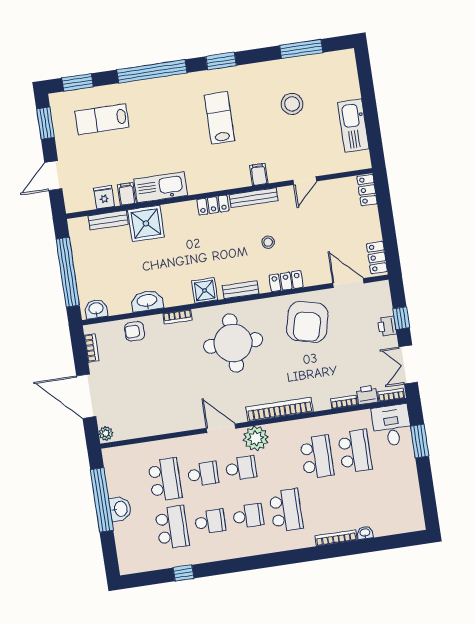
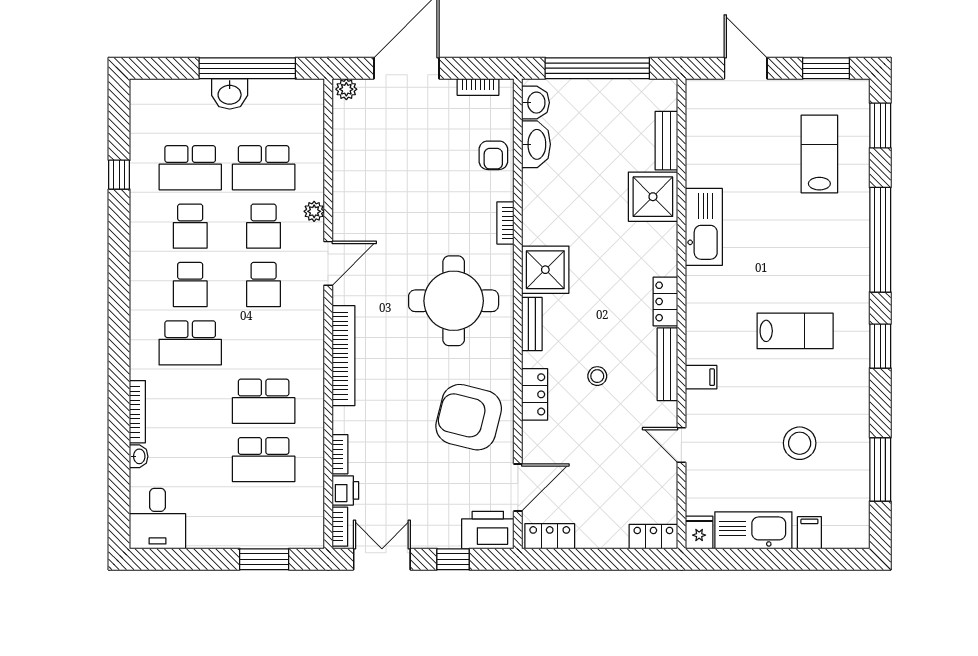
filing cabinet: (127, 194) -> (809, 533), moved, turned -90
fridge: (104, 197) -> (699, 532), moved, turned -90
shower: (205, 290) -> (545, 270), width x1.36, depth x1.36
washbasin: (147, 301) -> (536, 144), moved
printer: (387, 326) -> (488, 530), moved, width x1.87, depth x1.48
armchair: (135, 331) -> (493, 155), turned 180
desk: (392, 425) -> (158, 519), moved, turned 90
plant: (256, 438) -> (314, 211), moved, width x0.53, depth x0.53

